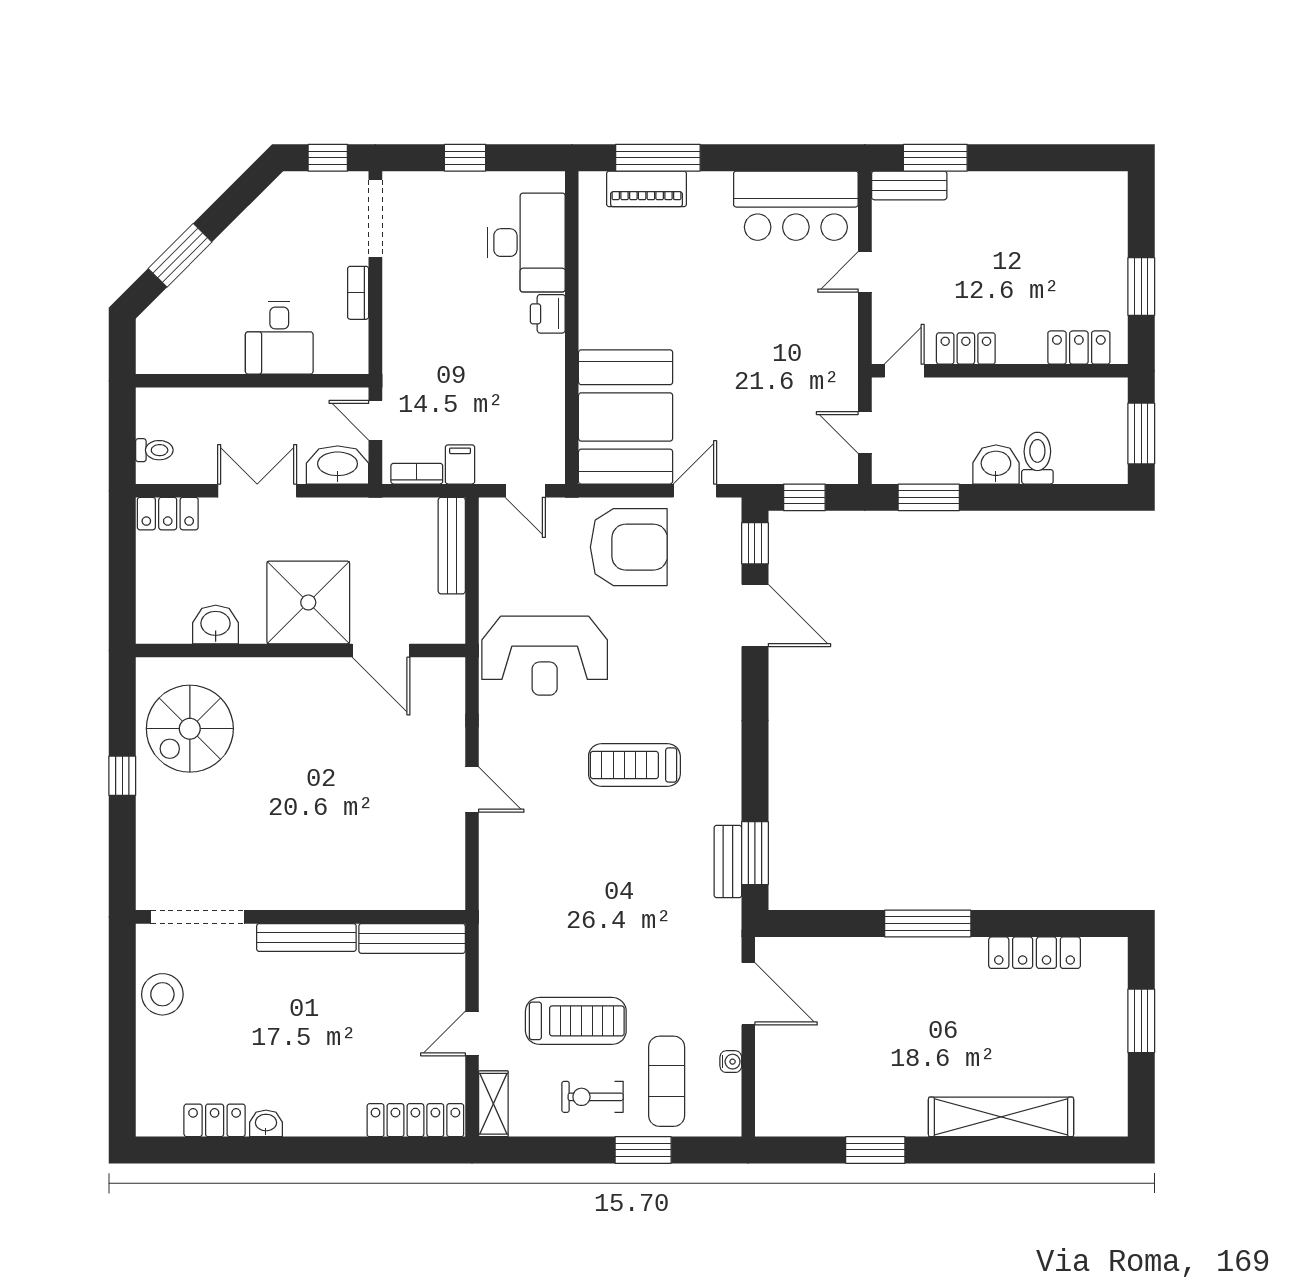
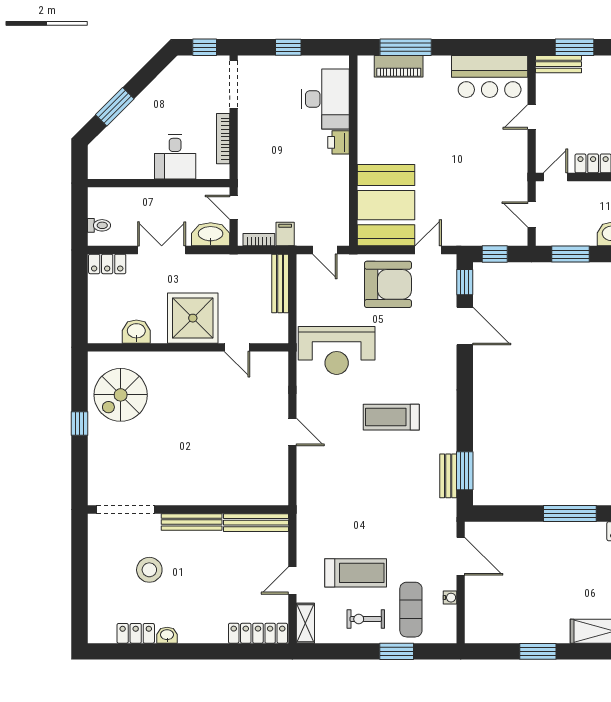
bookcase: (358, 293) -> (223, 139), width x1.56
door: (381, 651) -> (237, 347), width x0.73
stool: (162, 994) -> (149, 570), moved

